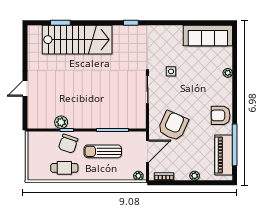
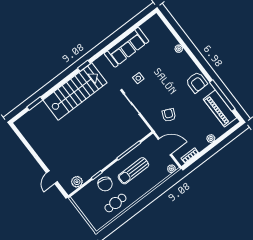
sofa: (208, 35) -> (126, 47), moved
stairs: (77, 40) -> (75, 91), moved
door: (25, 89) -> (52, 177), moved
armchair: (221, 115) -> (197, 82), turned -90
plant: (61, 122) -> (77, 182), moved
armchair: (173, 126) -> (169, 115), width x0.53, depth x0.53
door: (148, 151) -> (165, 147), hinge flipped

